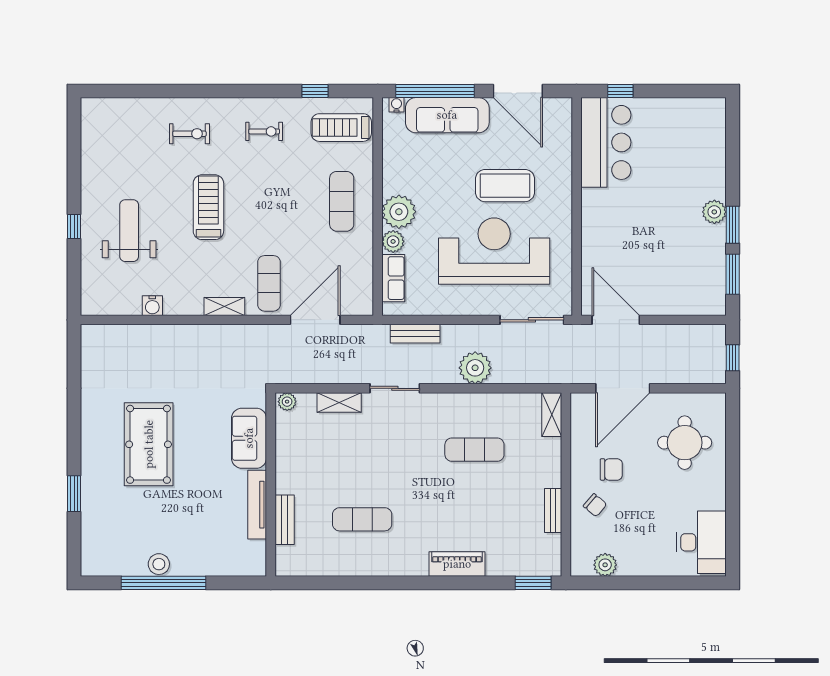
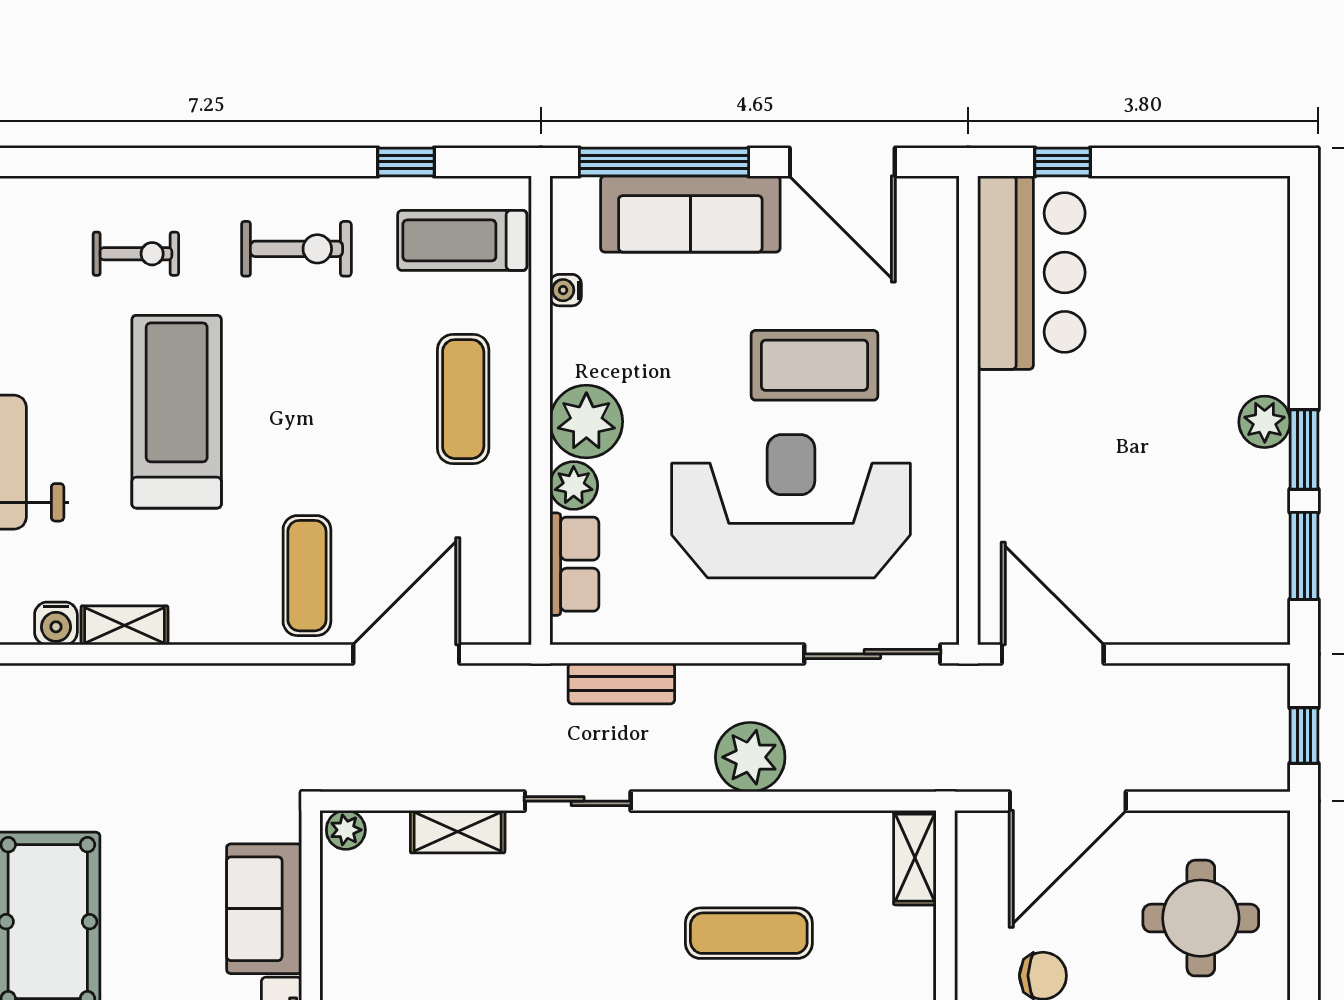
water cooler: (396, 105) -> (566, 290), moved, turned -90
exercise bike: (264, 131) -> (296, 249), width x1.38, depth x1.39
treadmill: (208, 207) -> (177, 412), width x1.37, depth x1.38
shelving: (224, 306) -> (124, 625), moved

